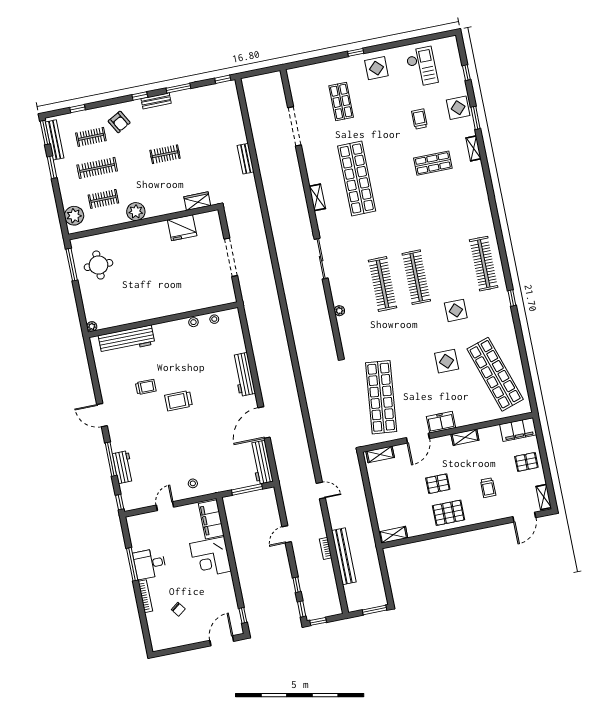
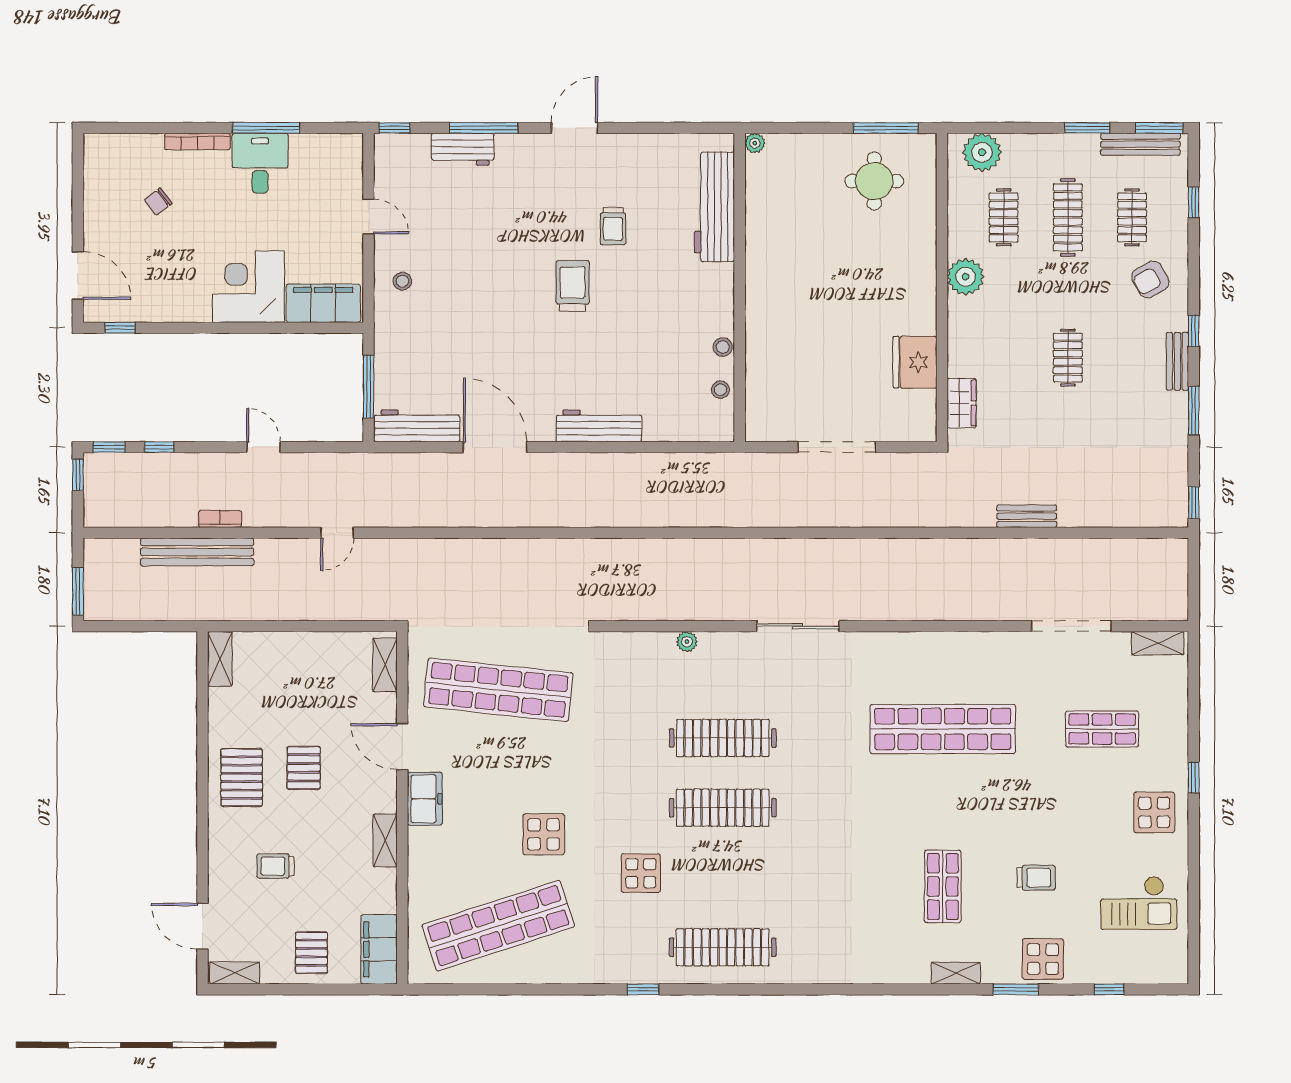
shelving: (317, 197) -> (1158, 643), moved

